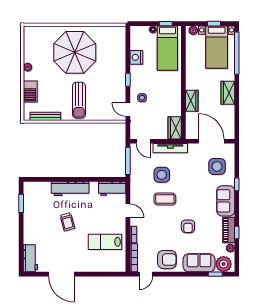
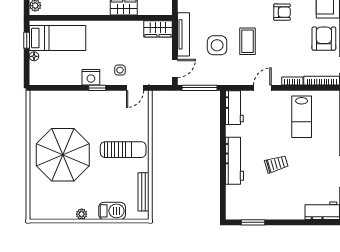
nightstand: (136, 57) -> (91, 77), moved

